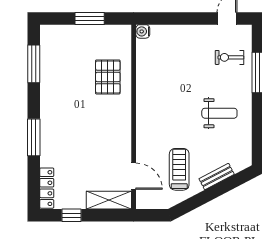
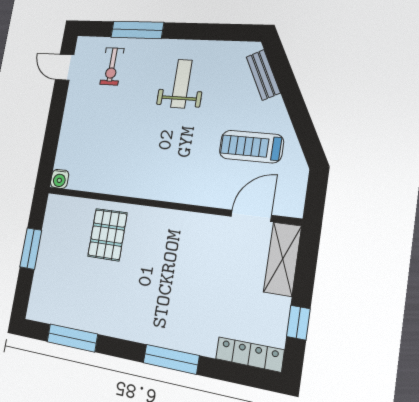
pallet: (108, 77) -> (107, 235), turned 90
bench: (217, 176) -> (263, 75), moved

